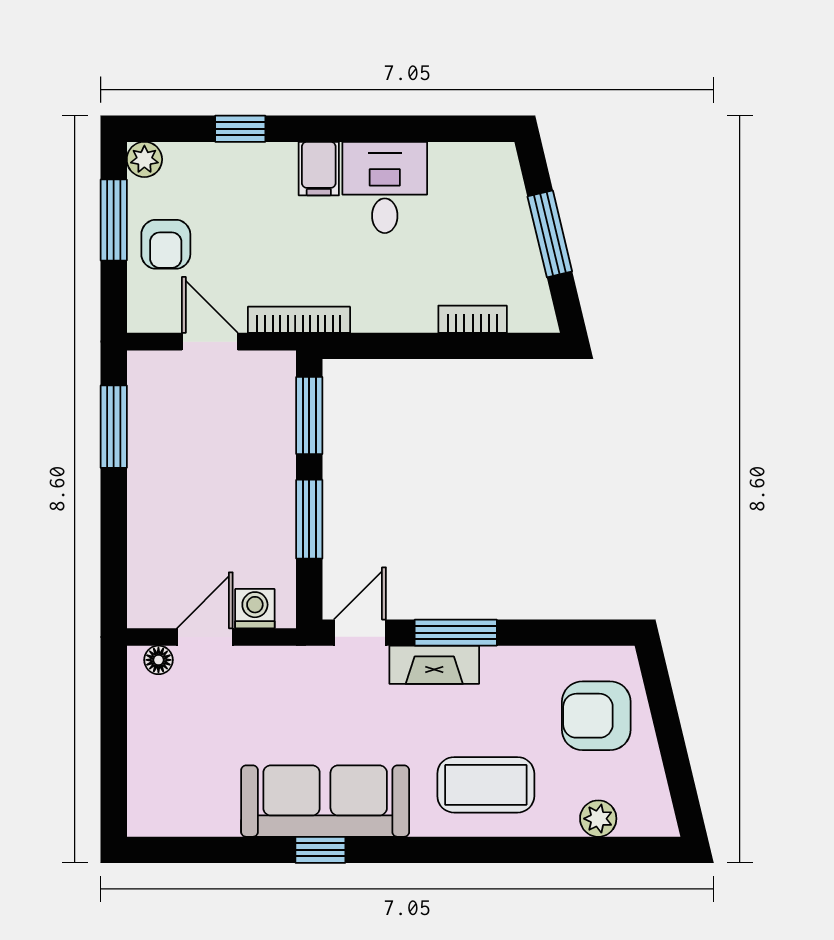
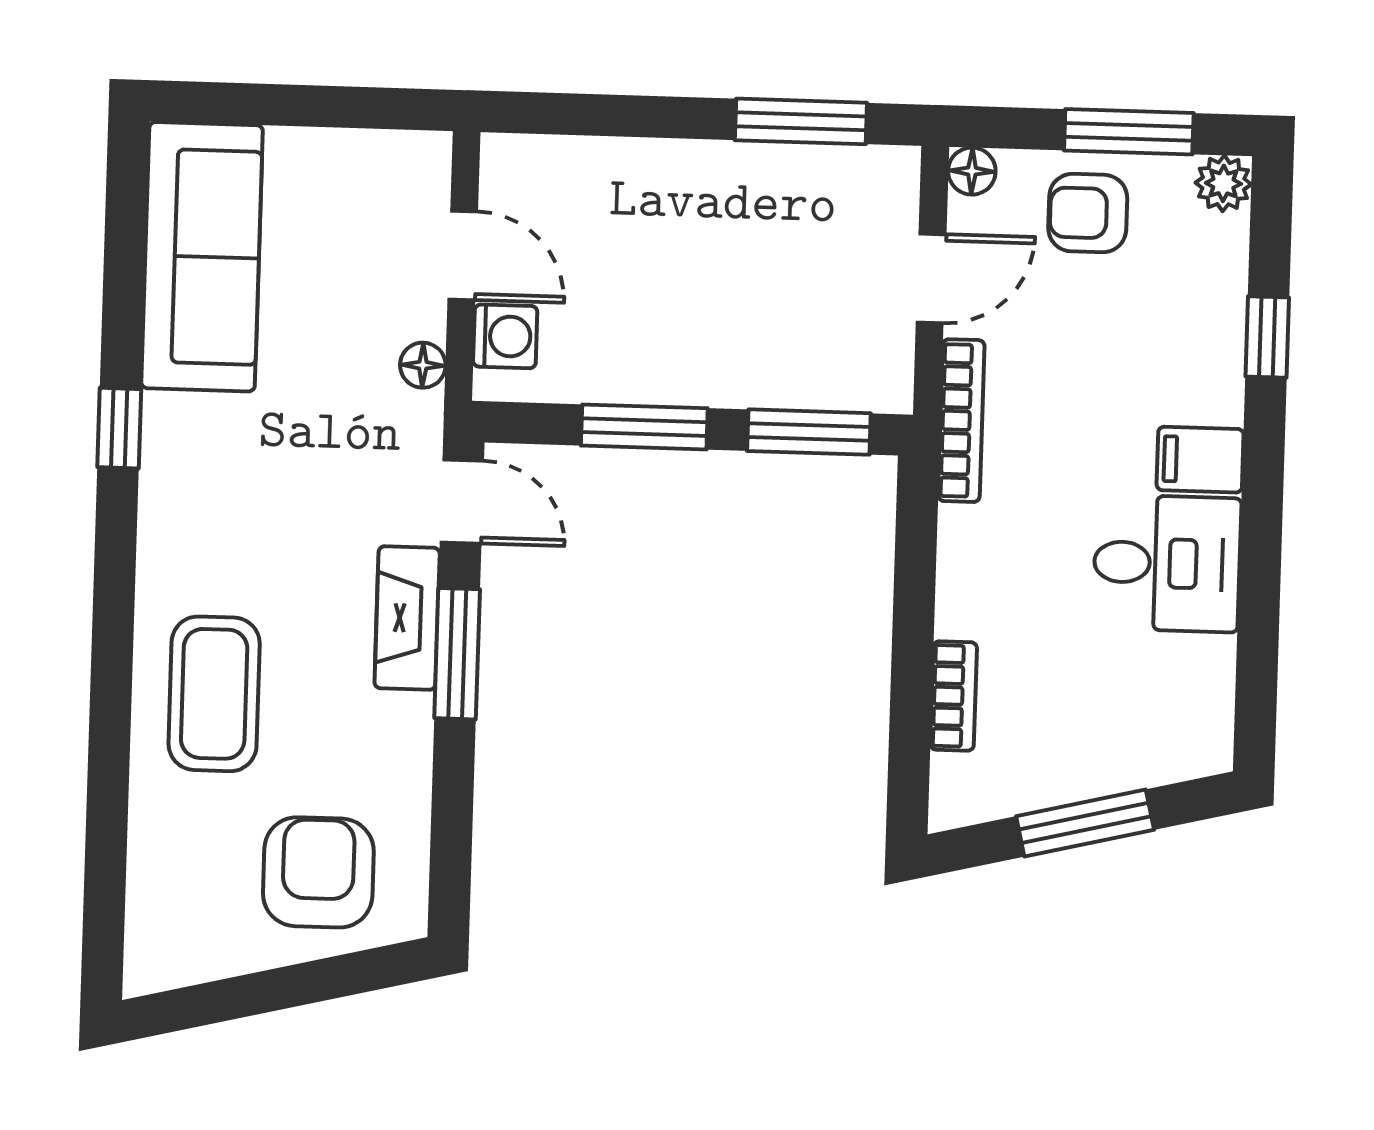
floor lamp: (142, 318) -> (972, 171), added
floor lamp: (158, 660) -> (423, 365), moved
sofa: (325, 801) -> (202, 257), moved
plant: (598, 819) -> (155, 871), removed

